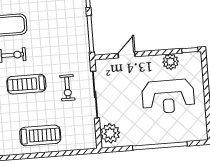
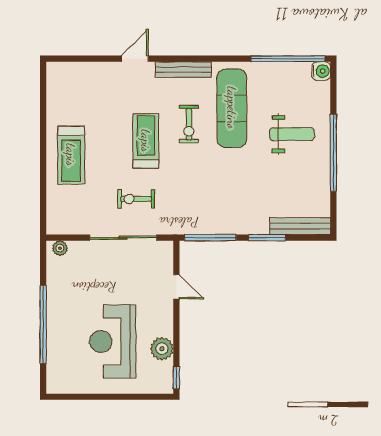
plant: (110, 133) -> (60, 248), width x0.53, depth x0.53

